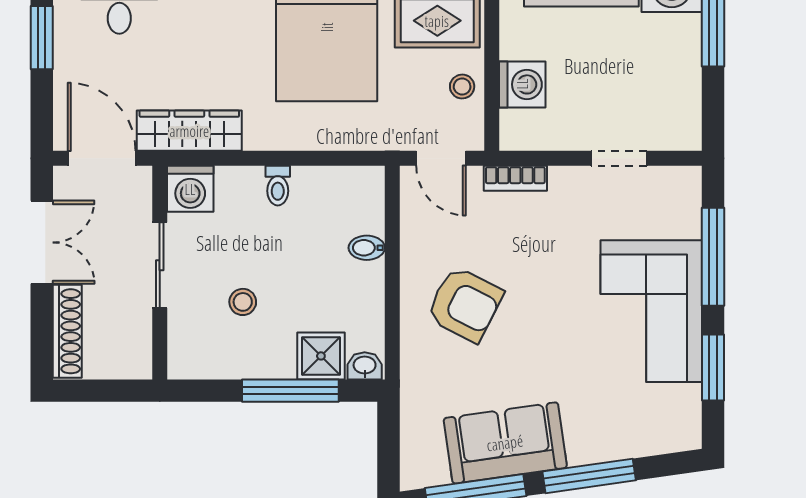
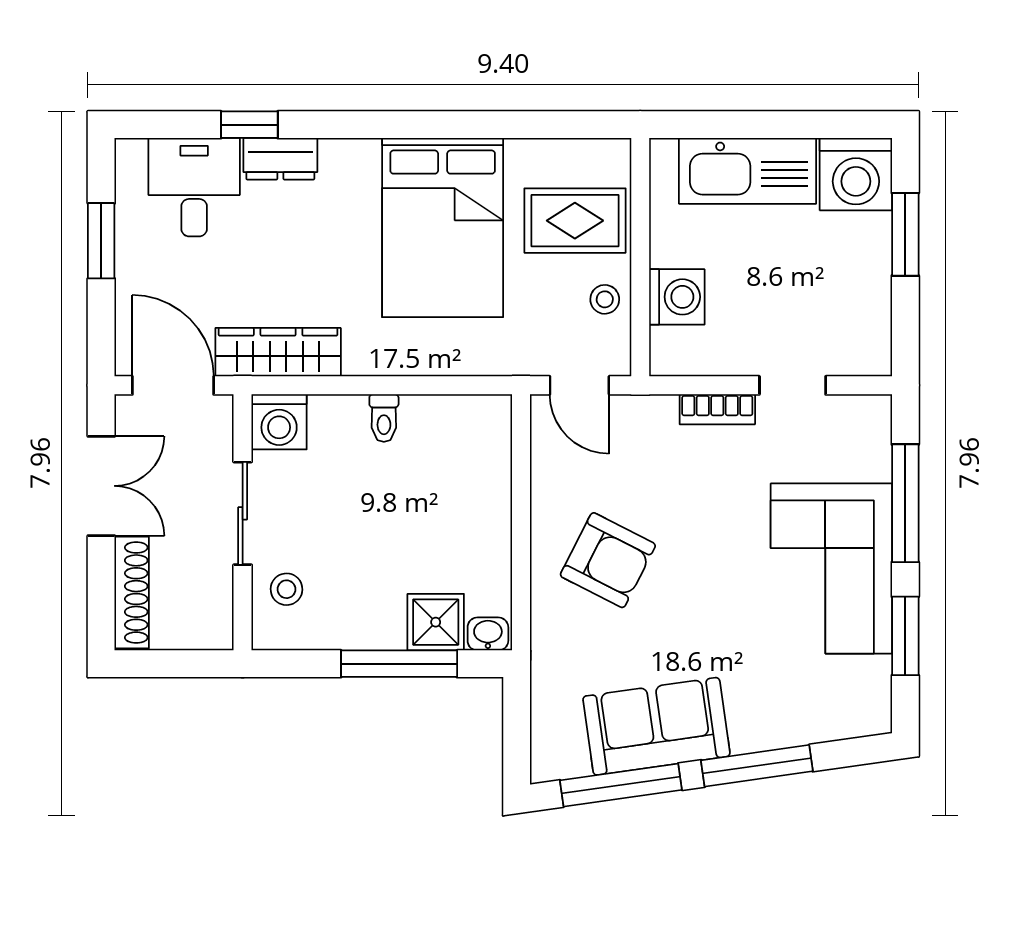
bookcase: (515, 178) -> (717, 409), moved
bidet: (367, 248) -> (490, 492), removed
stool: (243, 302) -> (286, 589), moved

